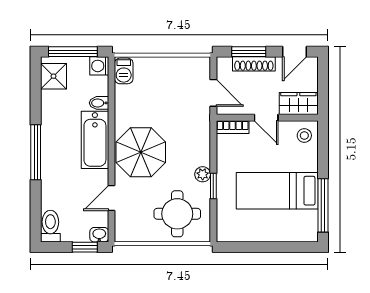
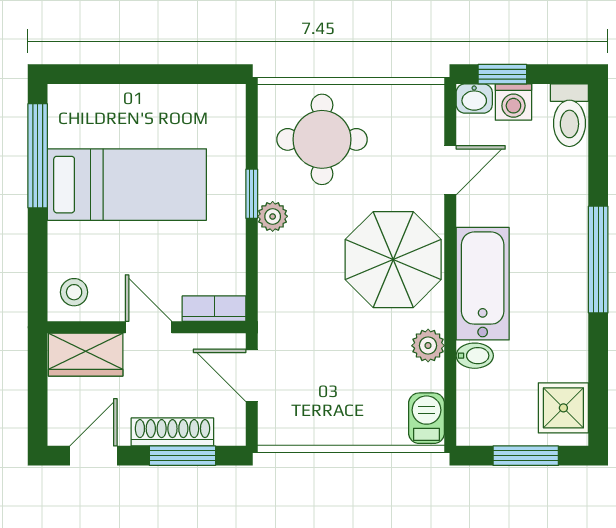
window: (73, 52) -> (526, 456), width x0.69
washing machine: (99, 66) -> (513, 102), moved, turned 90
plant: (123, 108) -> (428, 346), added

